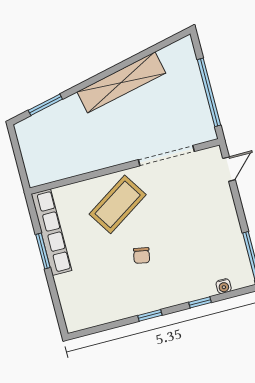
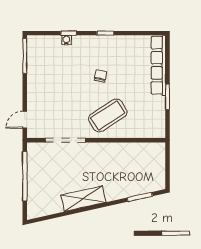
shelving: (121, 82) -> (83, 199), width x0.68
row of seats: (51, 232) -> (158, 65), moved
water cooler: (224, 286) -> (66, 40), moved

